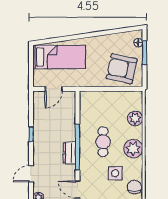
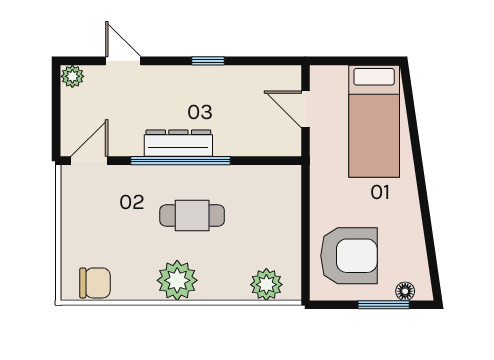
armchair: (122, 69) -> (349, 256), turned 78
plant: (135, 118) -> (266, 285), moved
dresser: (69, 153) -> (178, 143), width x1.44
side table: (115, 173) -> (124, 242), removed

